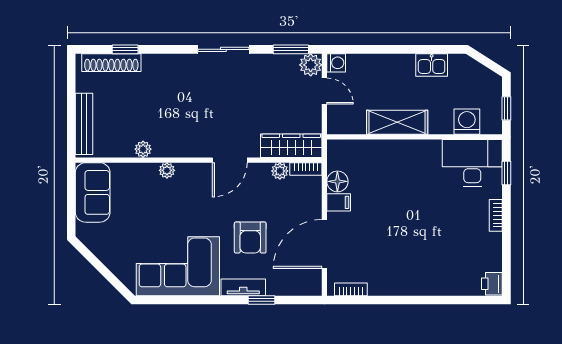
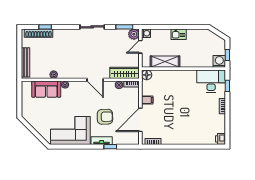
kitchen sink: (432, 65) -> (179, 34), moved
door: (324, 91) -> (140, 47), swing flipped
shelving: (397, 122) -> (165, 62), moved
washing machine: (467, 122) -> (219, 61), moved
door: (230, 160) -> (95, 80), hinge flipped
floor lamp: (337, 181) -> (147, 75), moved
sofa: (93, 192) -> (46, 89), moved, turned 90
armchair: (250, 237) -> (105, 117), turned -91

